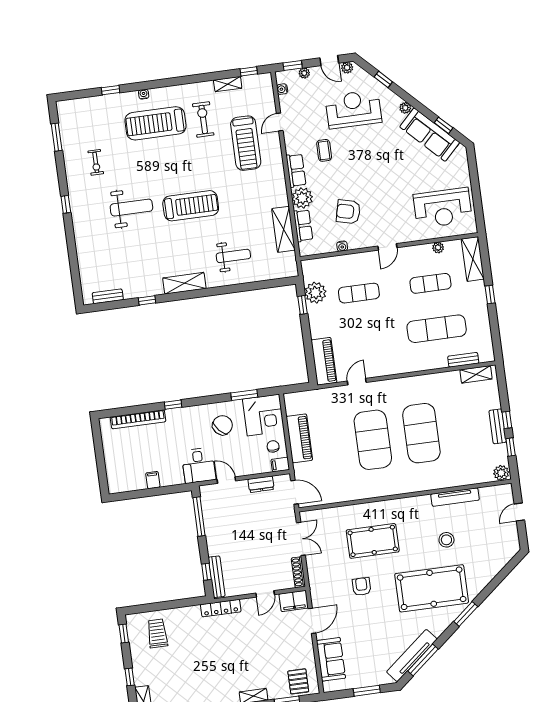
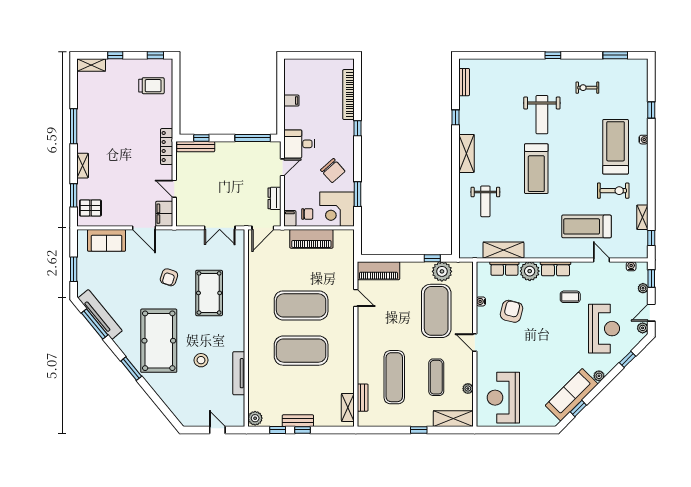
exercise mat: (359, 293) -> (436, 311), width x2.00, depth x1.45
shoe rack: (298, 572) -> (190, 222), removed
armchair: (362, 587) -> (169, 277), turned 108

